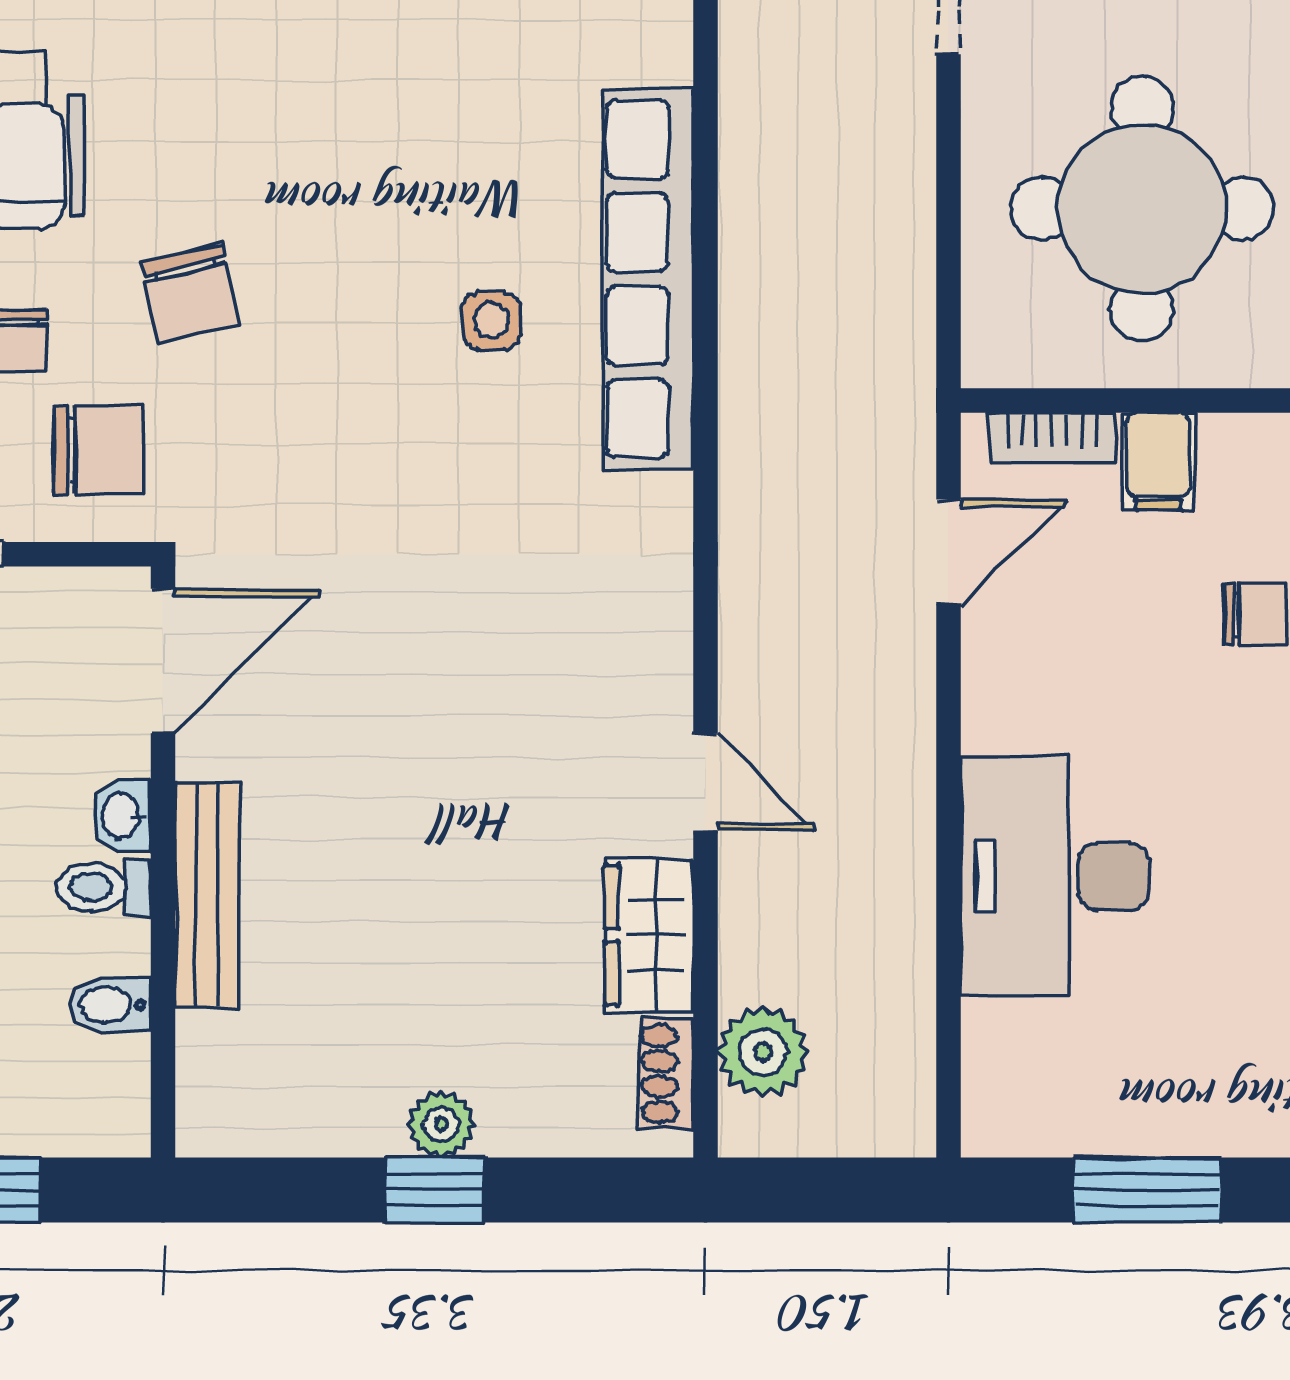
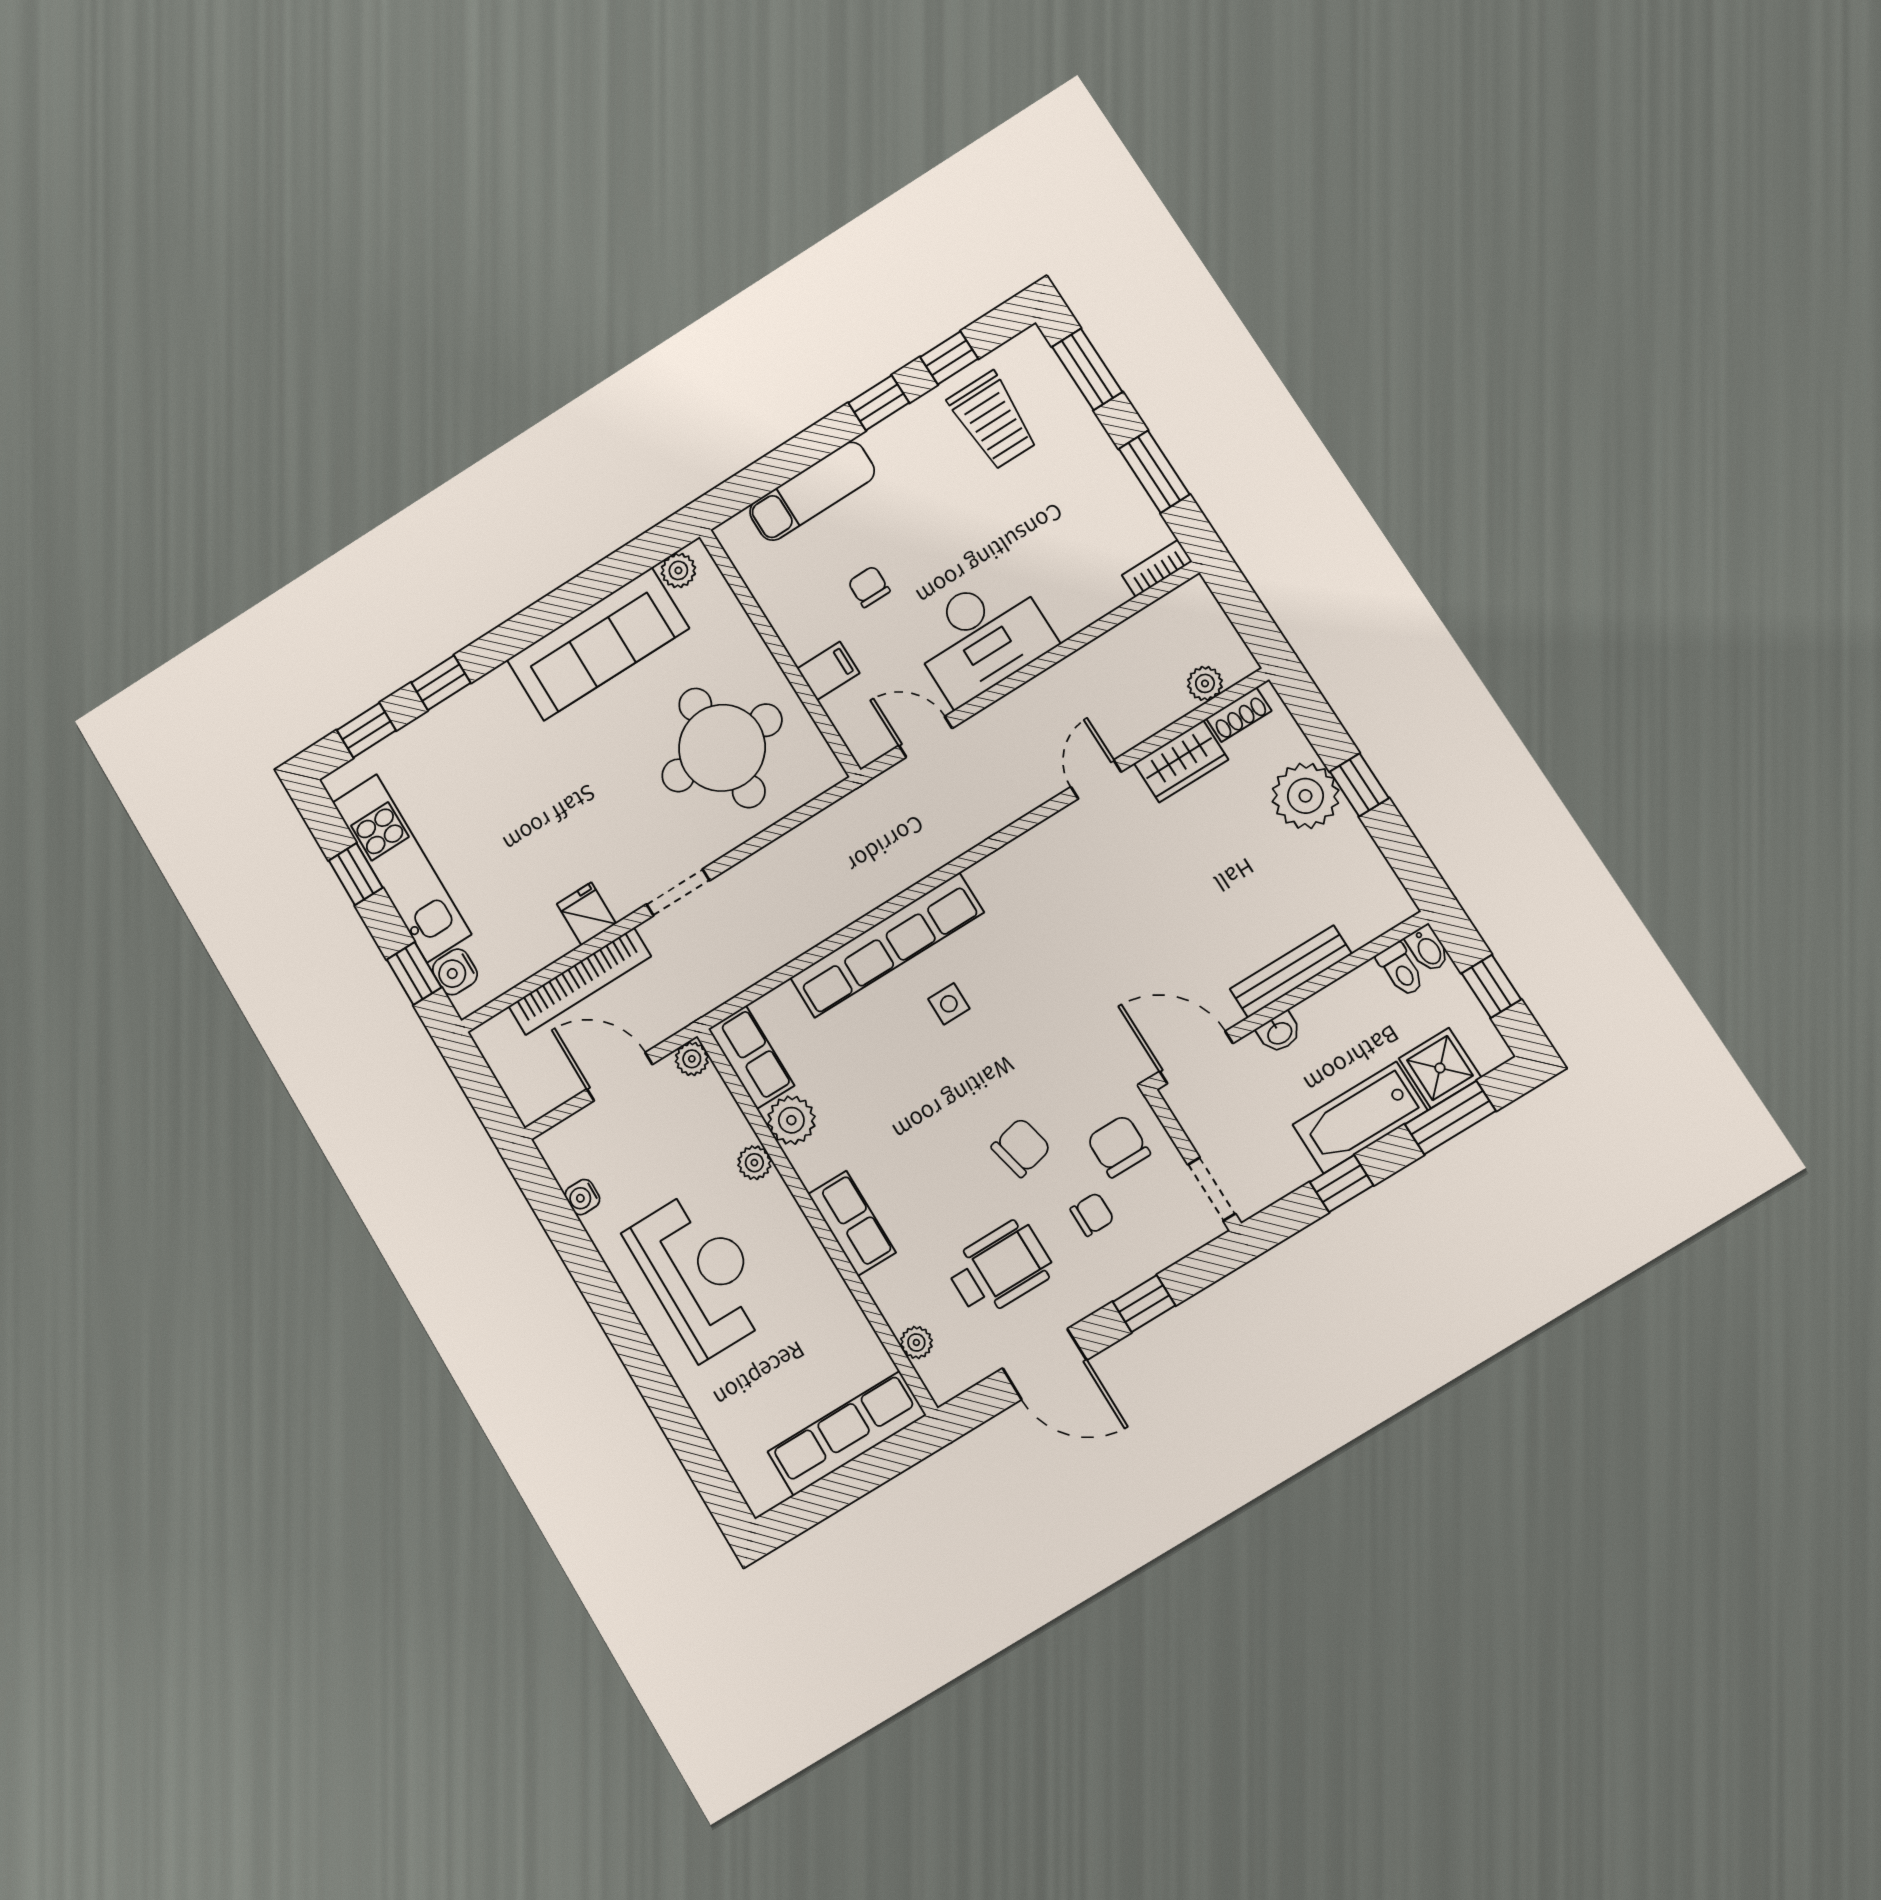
bookcase: (1052, 438) -> (1157, 568), moved, turned -90
desk: (1055, 877) -> (982, 637), moved
toilet: (104, 887) -> (1401, 970), moved
bidet: (111, 1005) -> (1428, 949), moved
plant: (763, 1052) -> (1205, 683), width x0.73, depth x0.73
plant: (441, 1124) -> (1305, 796), width x1.87, depth x1.87

